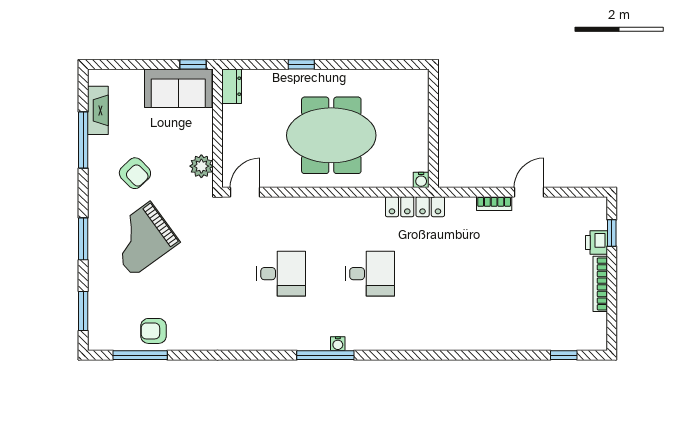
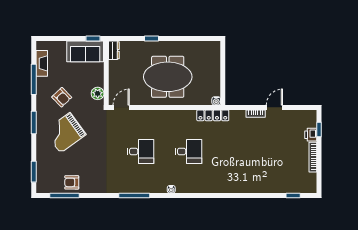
window: (83, 239) -> (34, 123), moved
window: (325, 355) -> (134, 195), moved

